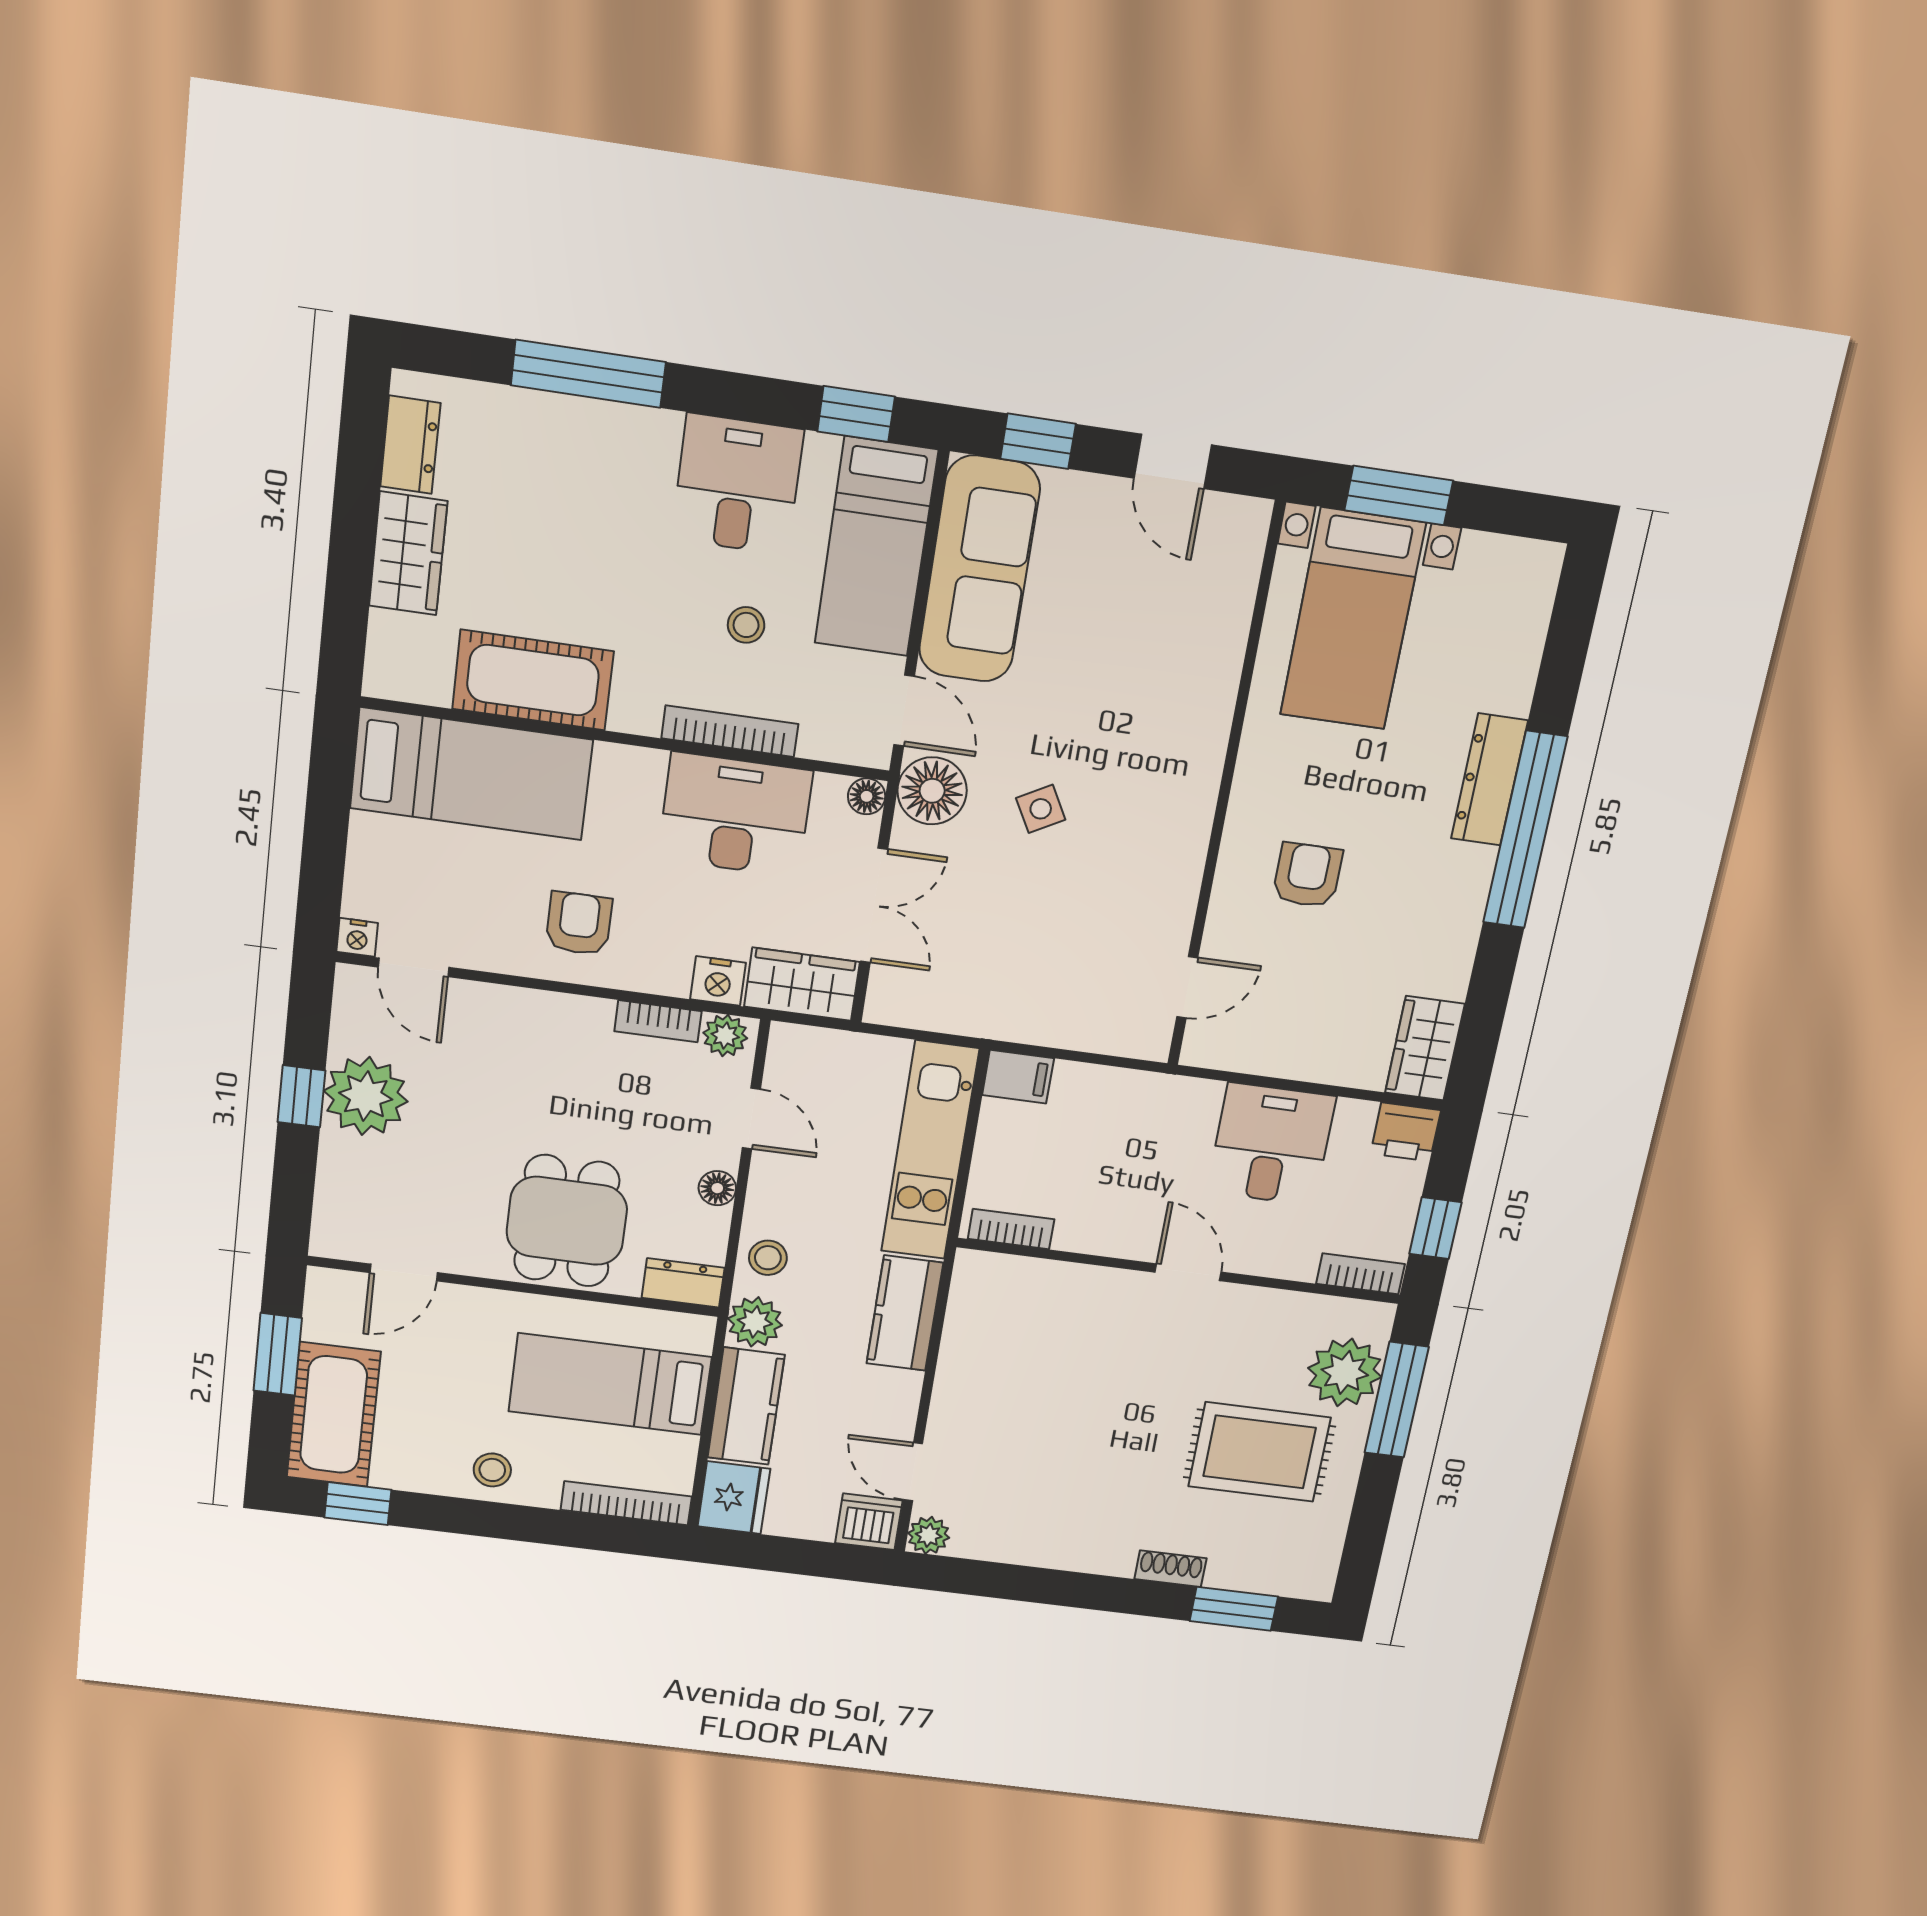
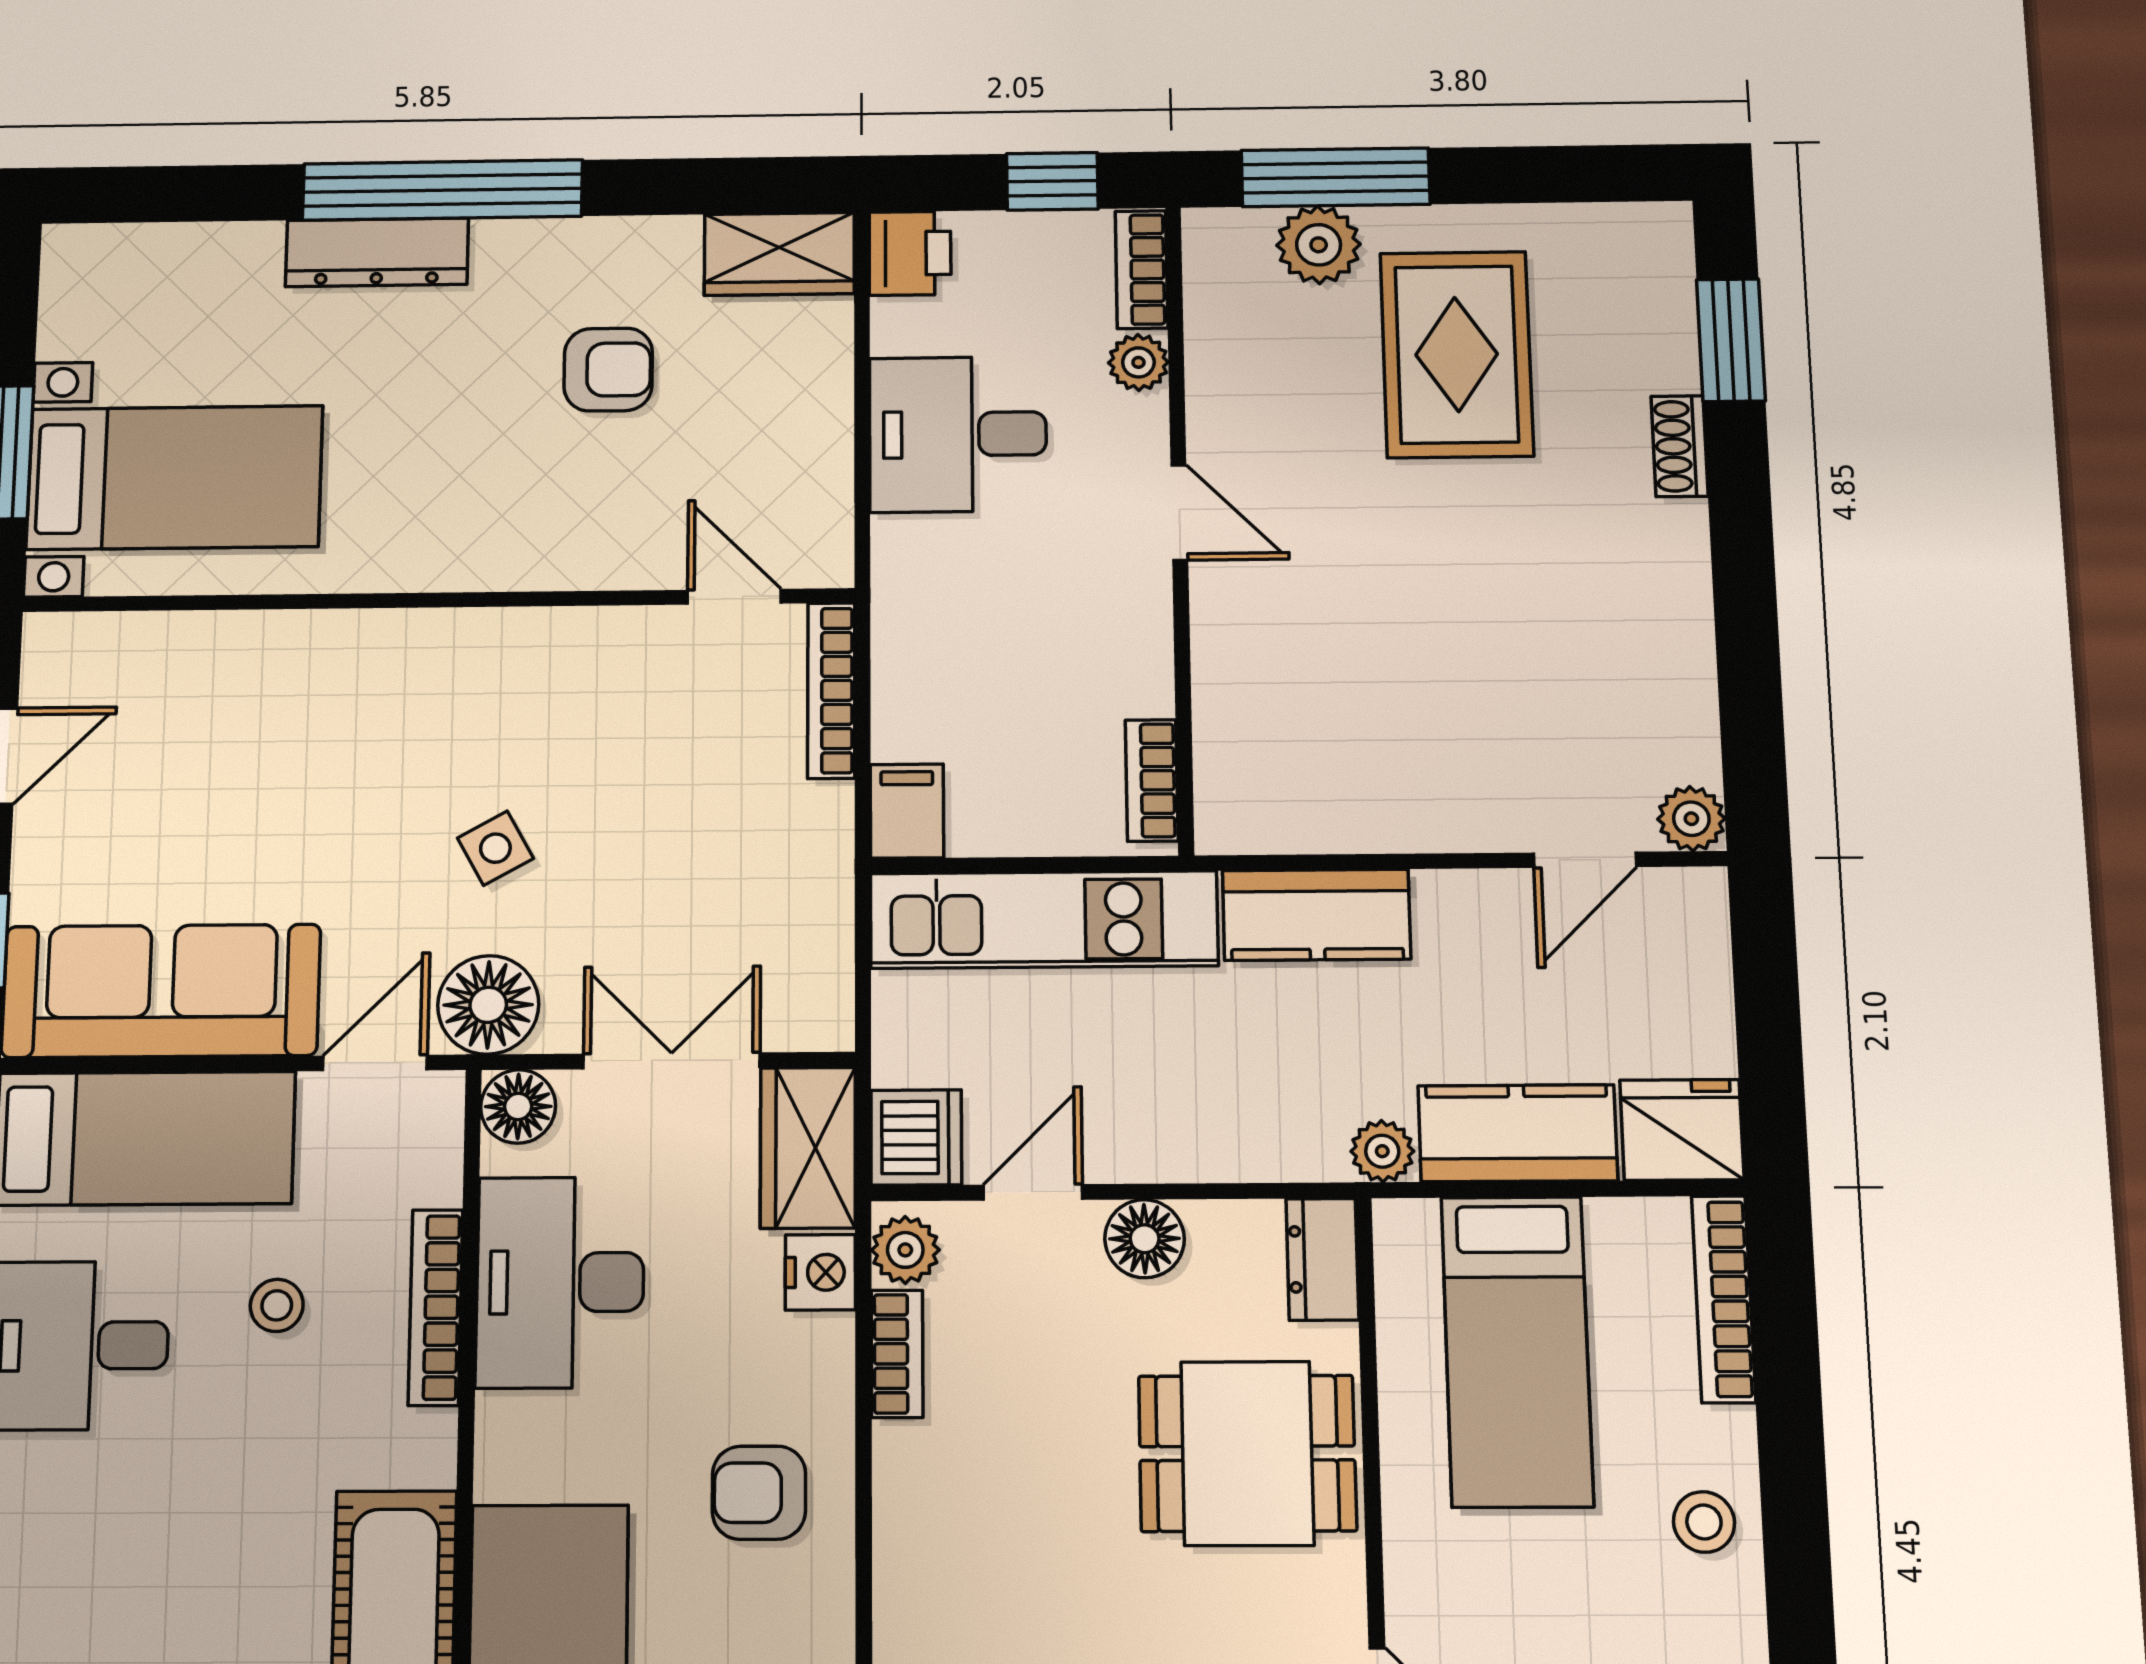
floor lamp: (867, 796) -> (518, 1106), width x1.37, depth x1.37
armchair: (1307, 875) -> (608, 370), moved, turned 180
bookcase: (1110, 1040) -> (831, 690), added
floor lamp: (717, 1188) -> (1145, 1239), width x1.37, depth x1.37
stool: (768, 1258) -> (1258, 1135), removed
plant: (1296, 1263) -> (1138, 362), added
door: (1188, 1272) -> (1179, 513), swing flipped
plant: (755, 1322) -> (1382, 1151), width x0.73, depth x0.73
plant: (1345, 1372) -> (1319, 245), width x0.73, depth x0.73
dishwasher: (869, 1522) -> (916, 1137), moved, turned 180

